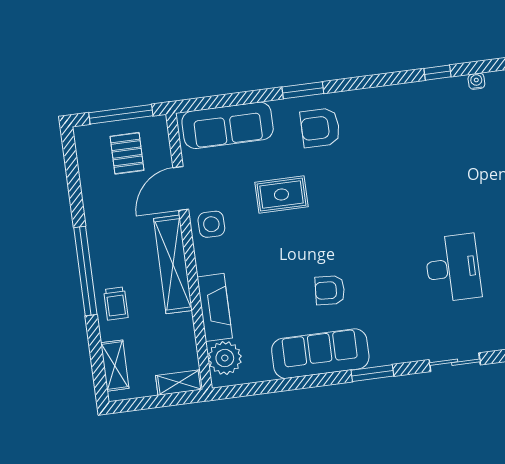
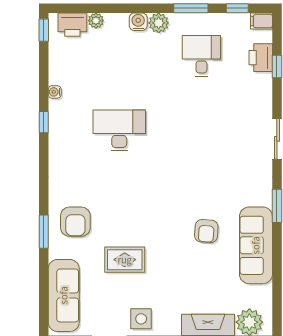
rug: (281, 195) -> (125, 260), turned 90
desk: (453, 268) -> (119, 130), moved

